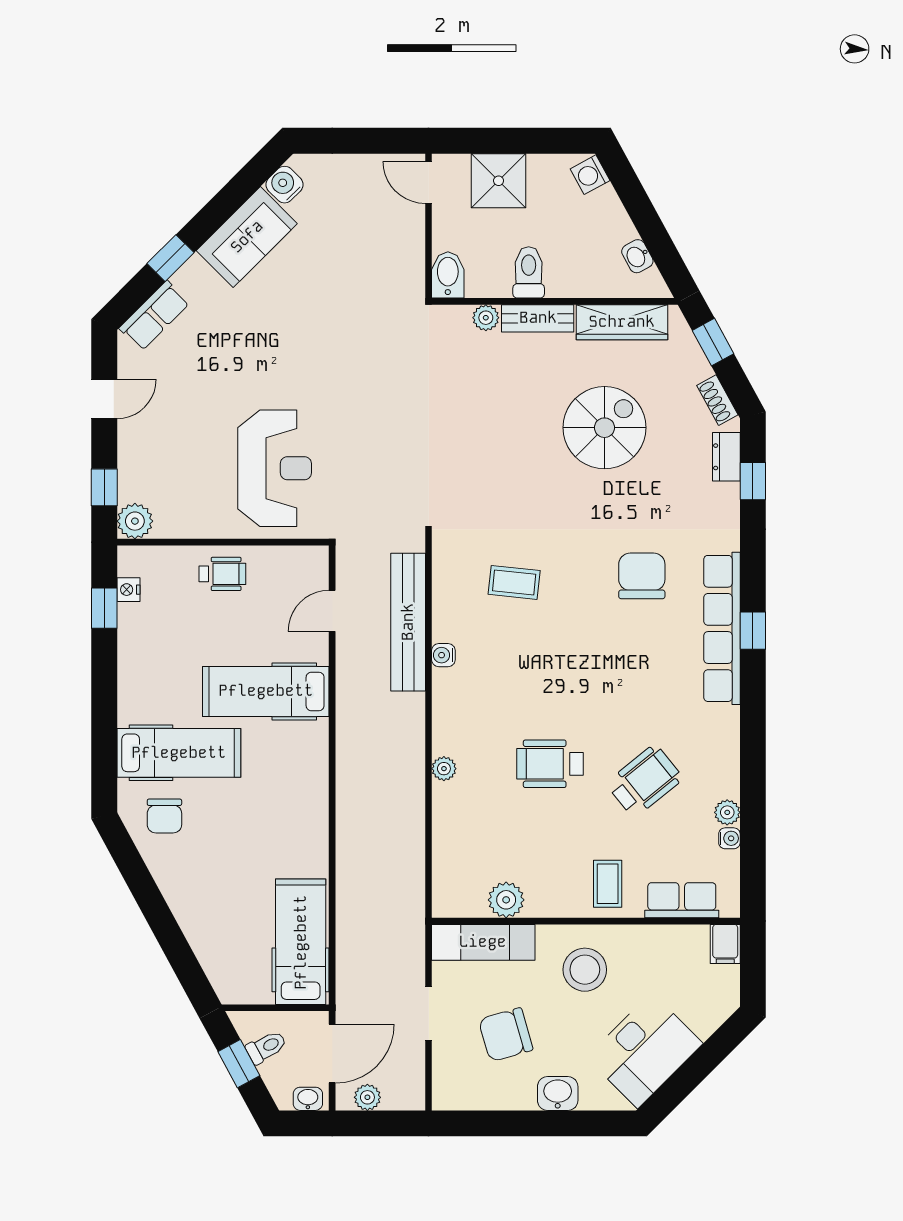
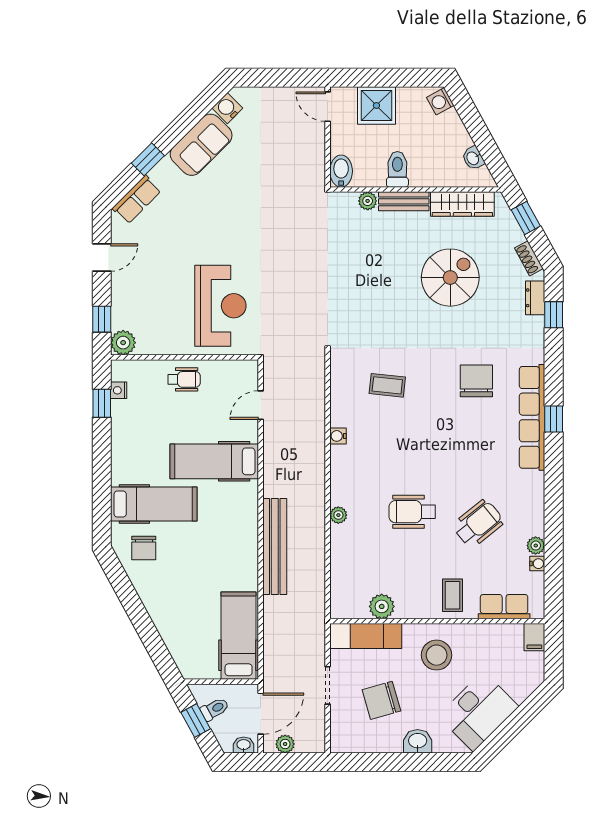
bench: (408, 622) -> (275, 547), moved

